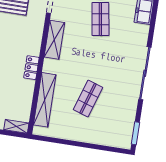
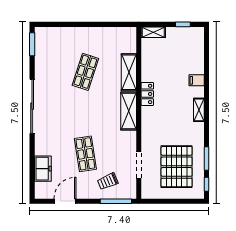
shelving: (54, 40) -> (129, 111), moved
shelving: (45, 100) -> (129, 72), width x0.68

